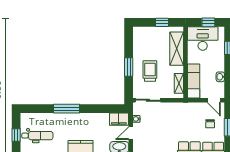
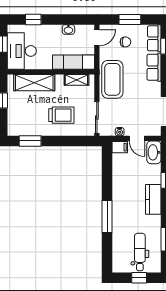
window: (129, 67) -> (30, 141), moved
trolley: (150, 71) -> (61, 115), turned 180
coffee table: (179, 113) -> (112, 79), added
filing cabinet: (119, 119) -> (120, 147), width x0.50

